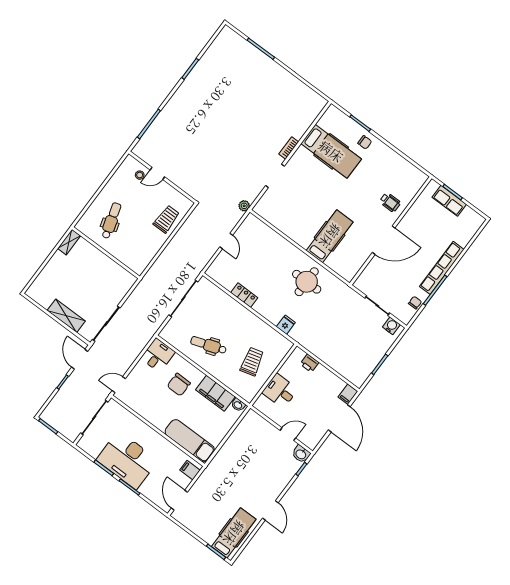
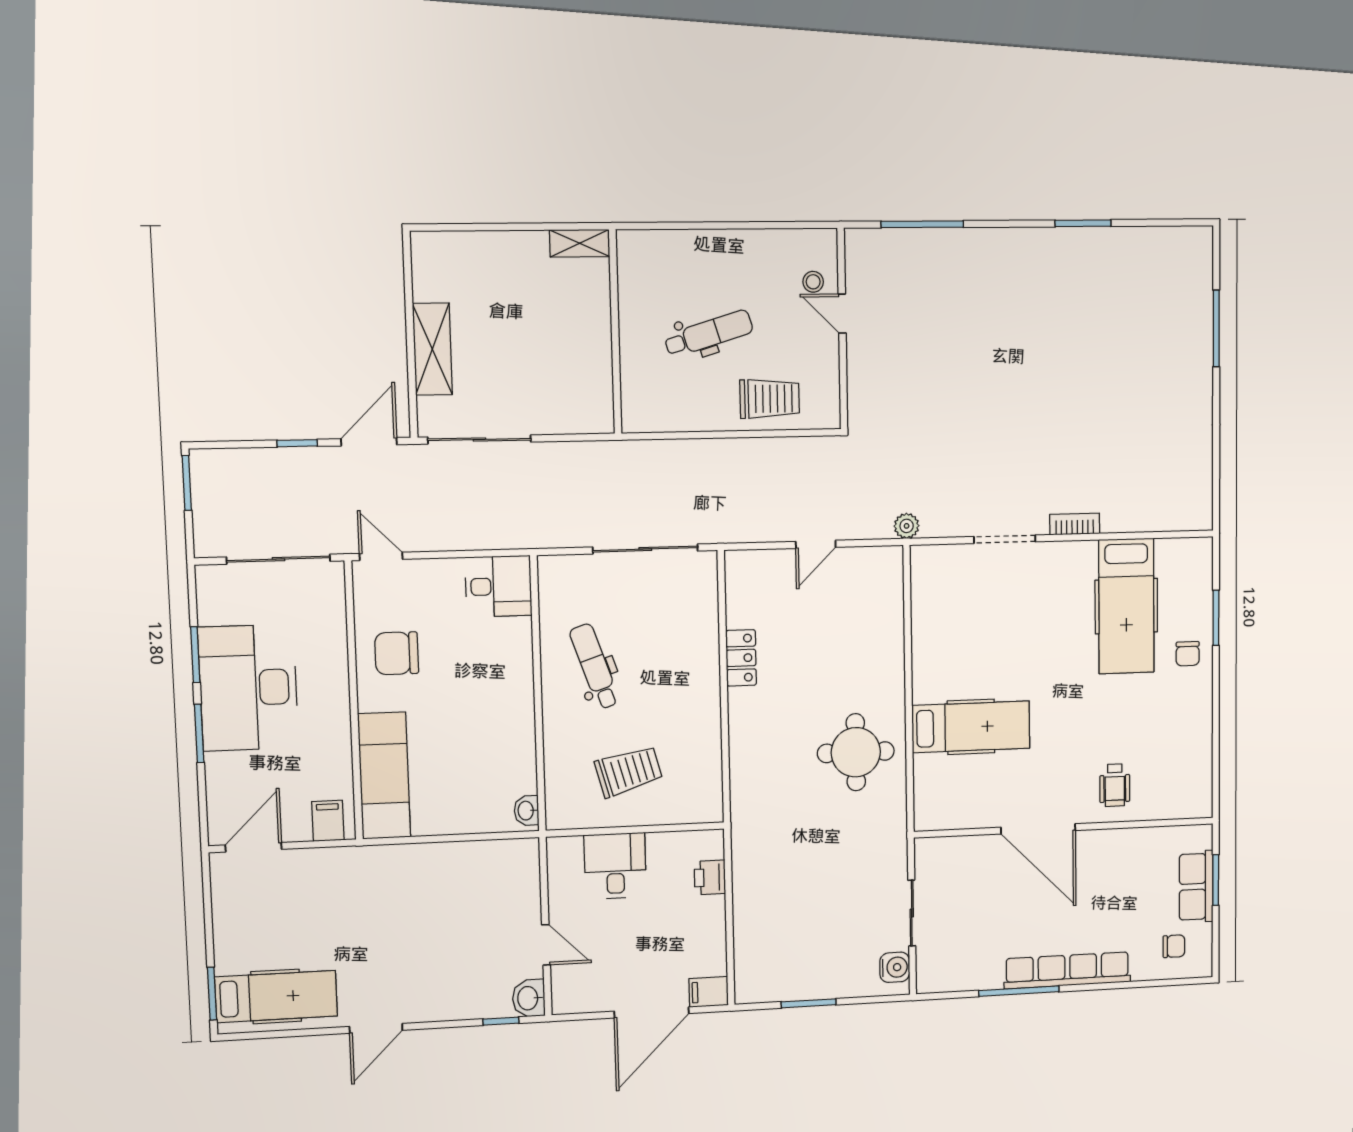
dental chair: (111, 221) -> (709, 334), moved
chair: (415, 303) -> (1174, 946), moved
fridge: (286, 325) -> (747, 778), removed
chair: (179, 385) -> (397, 653), moved
filing cabinet: (215, 393) -> (514, 751), removed

